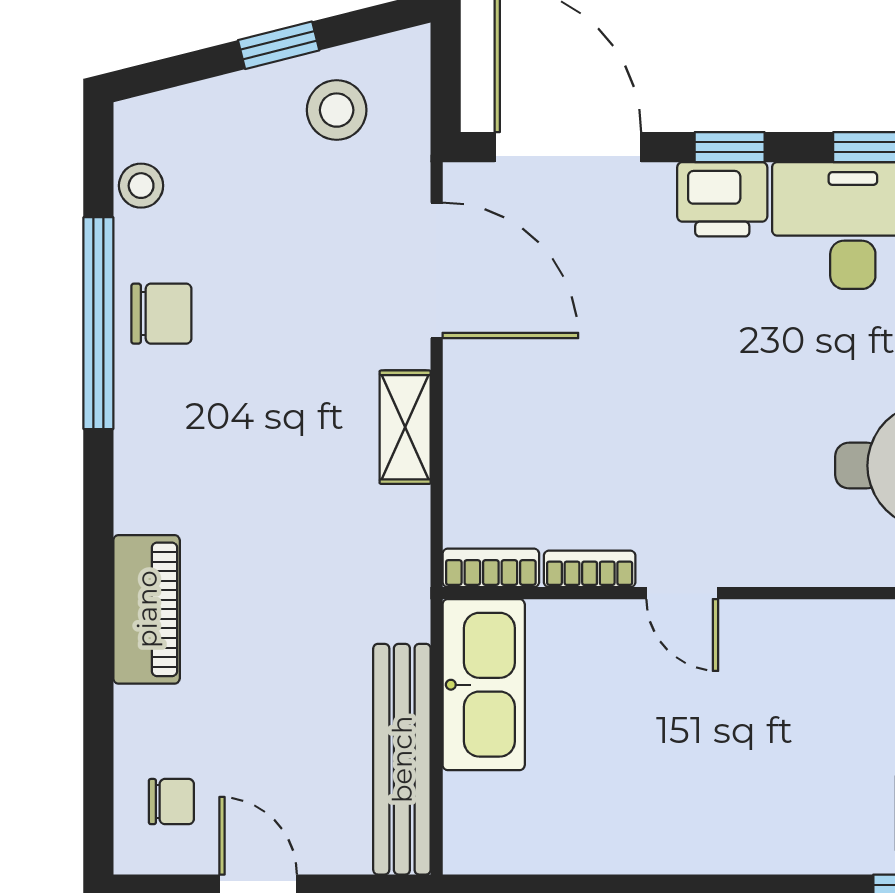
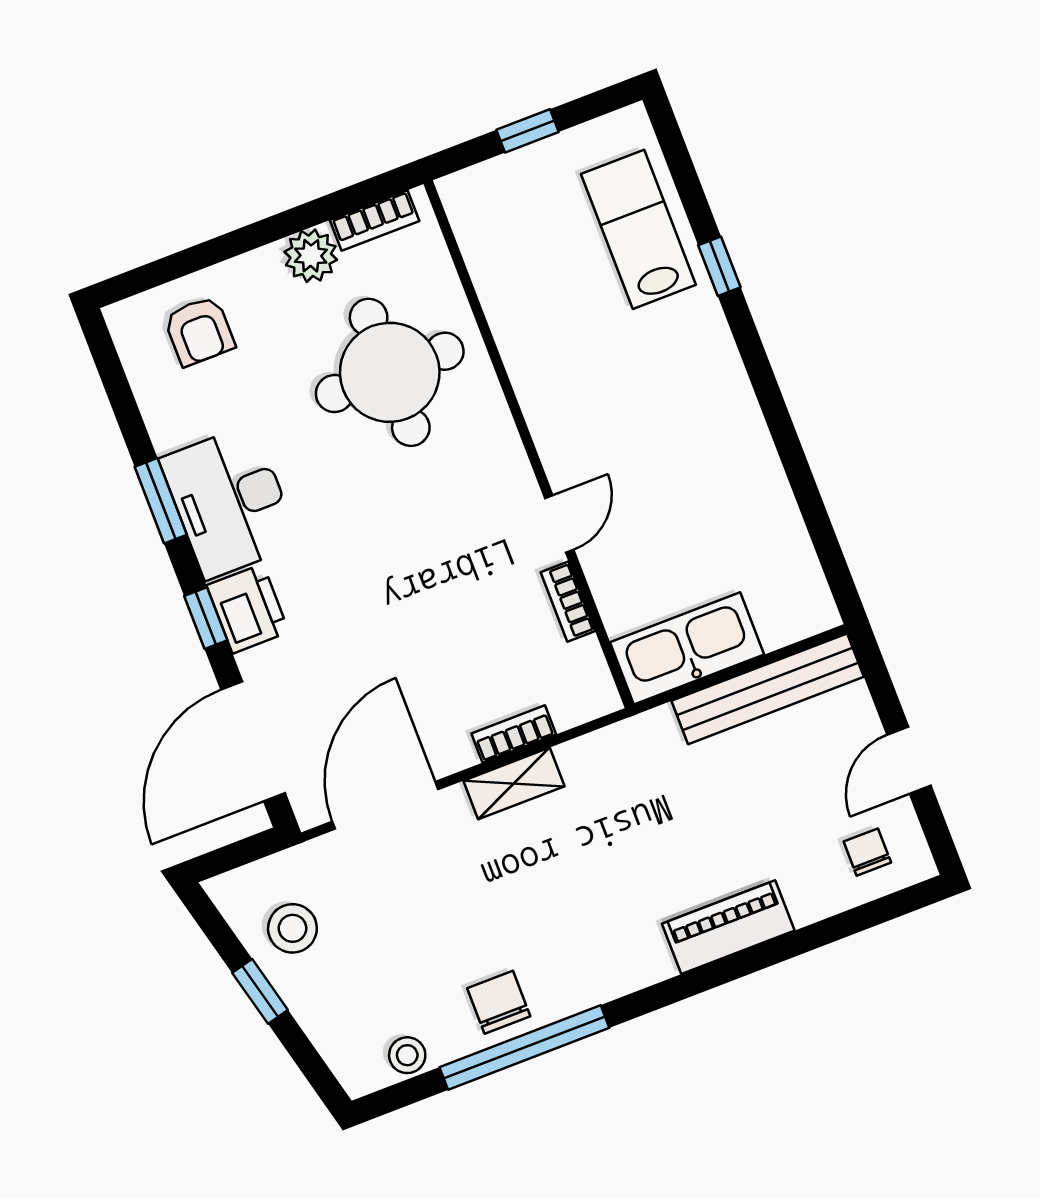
bookcase: (491, 568) -> (514, 734), moved, turned 90

